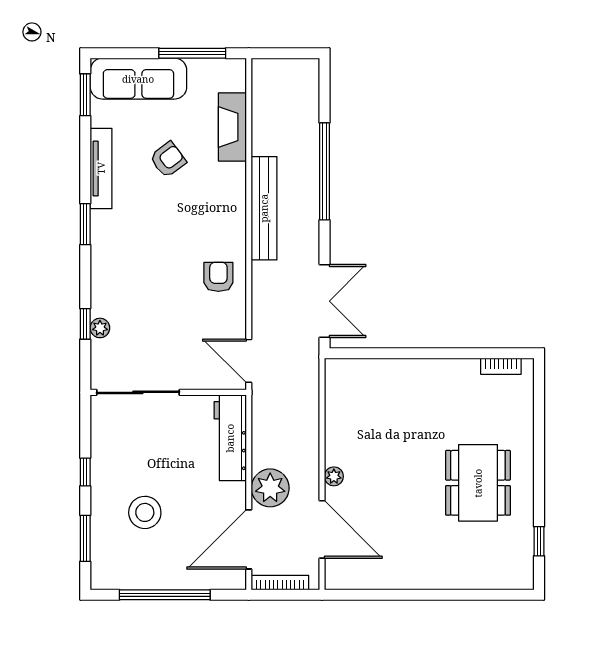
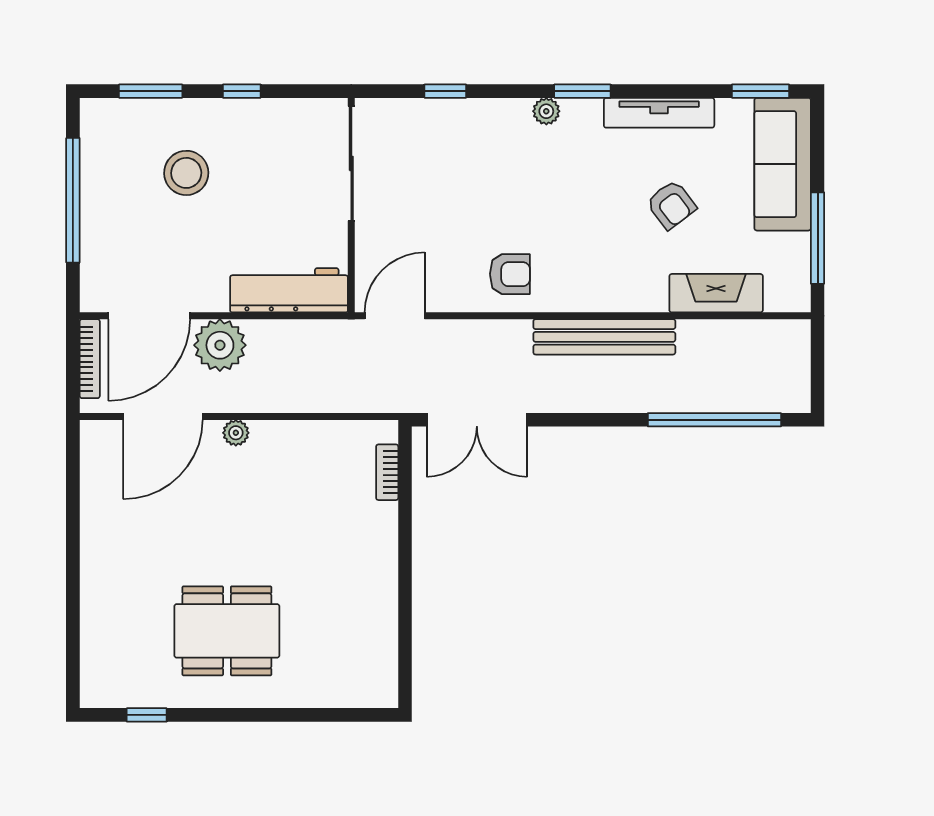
window: (324, 171) -> (714, 420), moved
plant: (100, 328) -> (546, 111), moved
bookcase: (501, 366) -> (387, 472), moved
door: (249, 539) -> (149, 316), swing flipped

